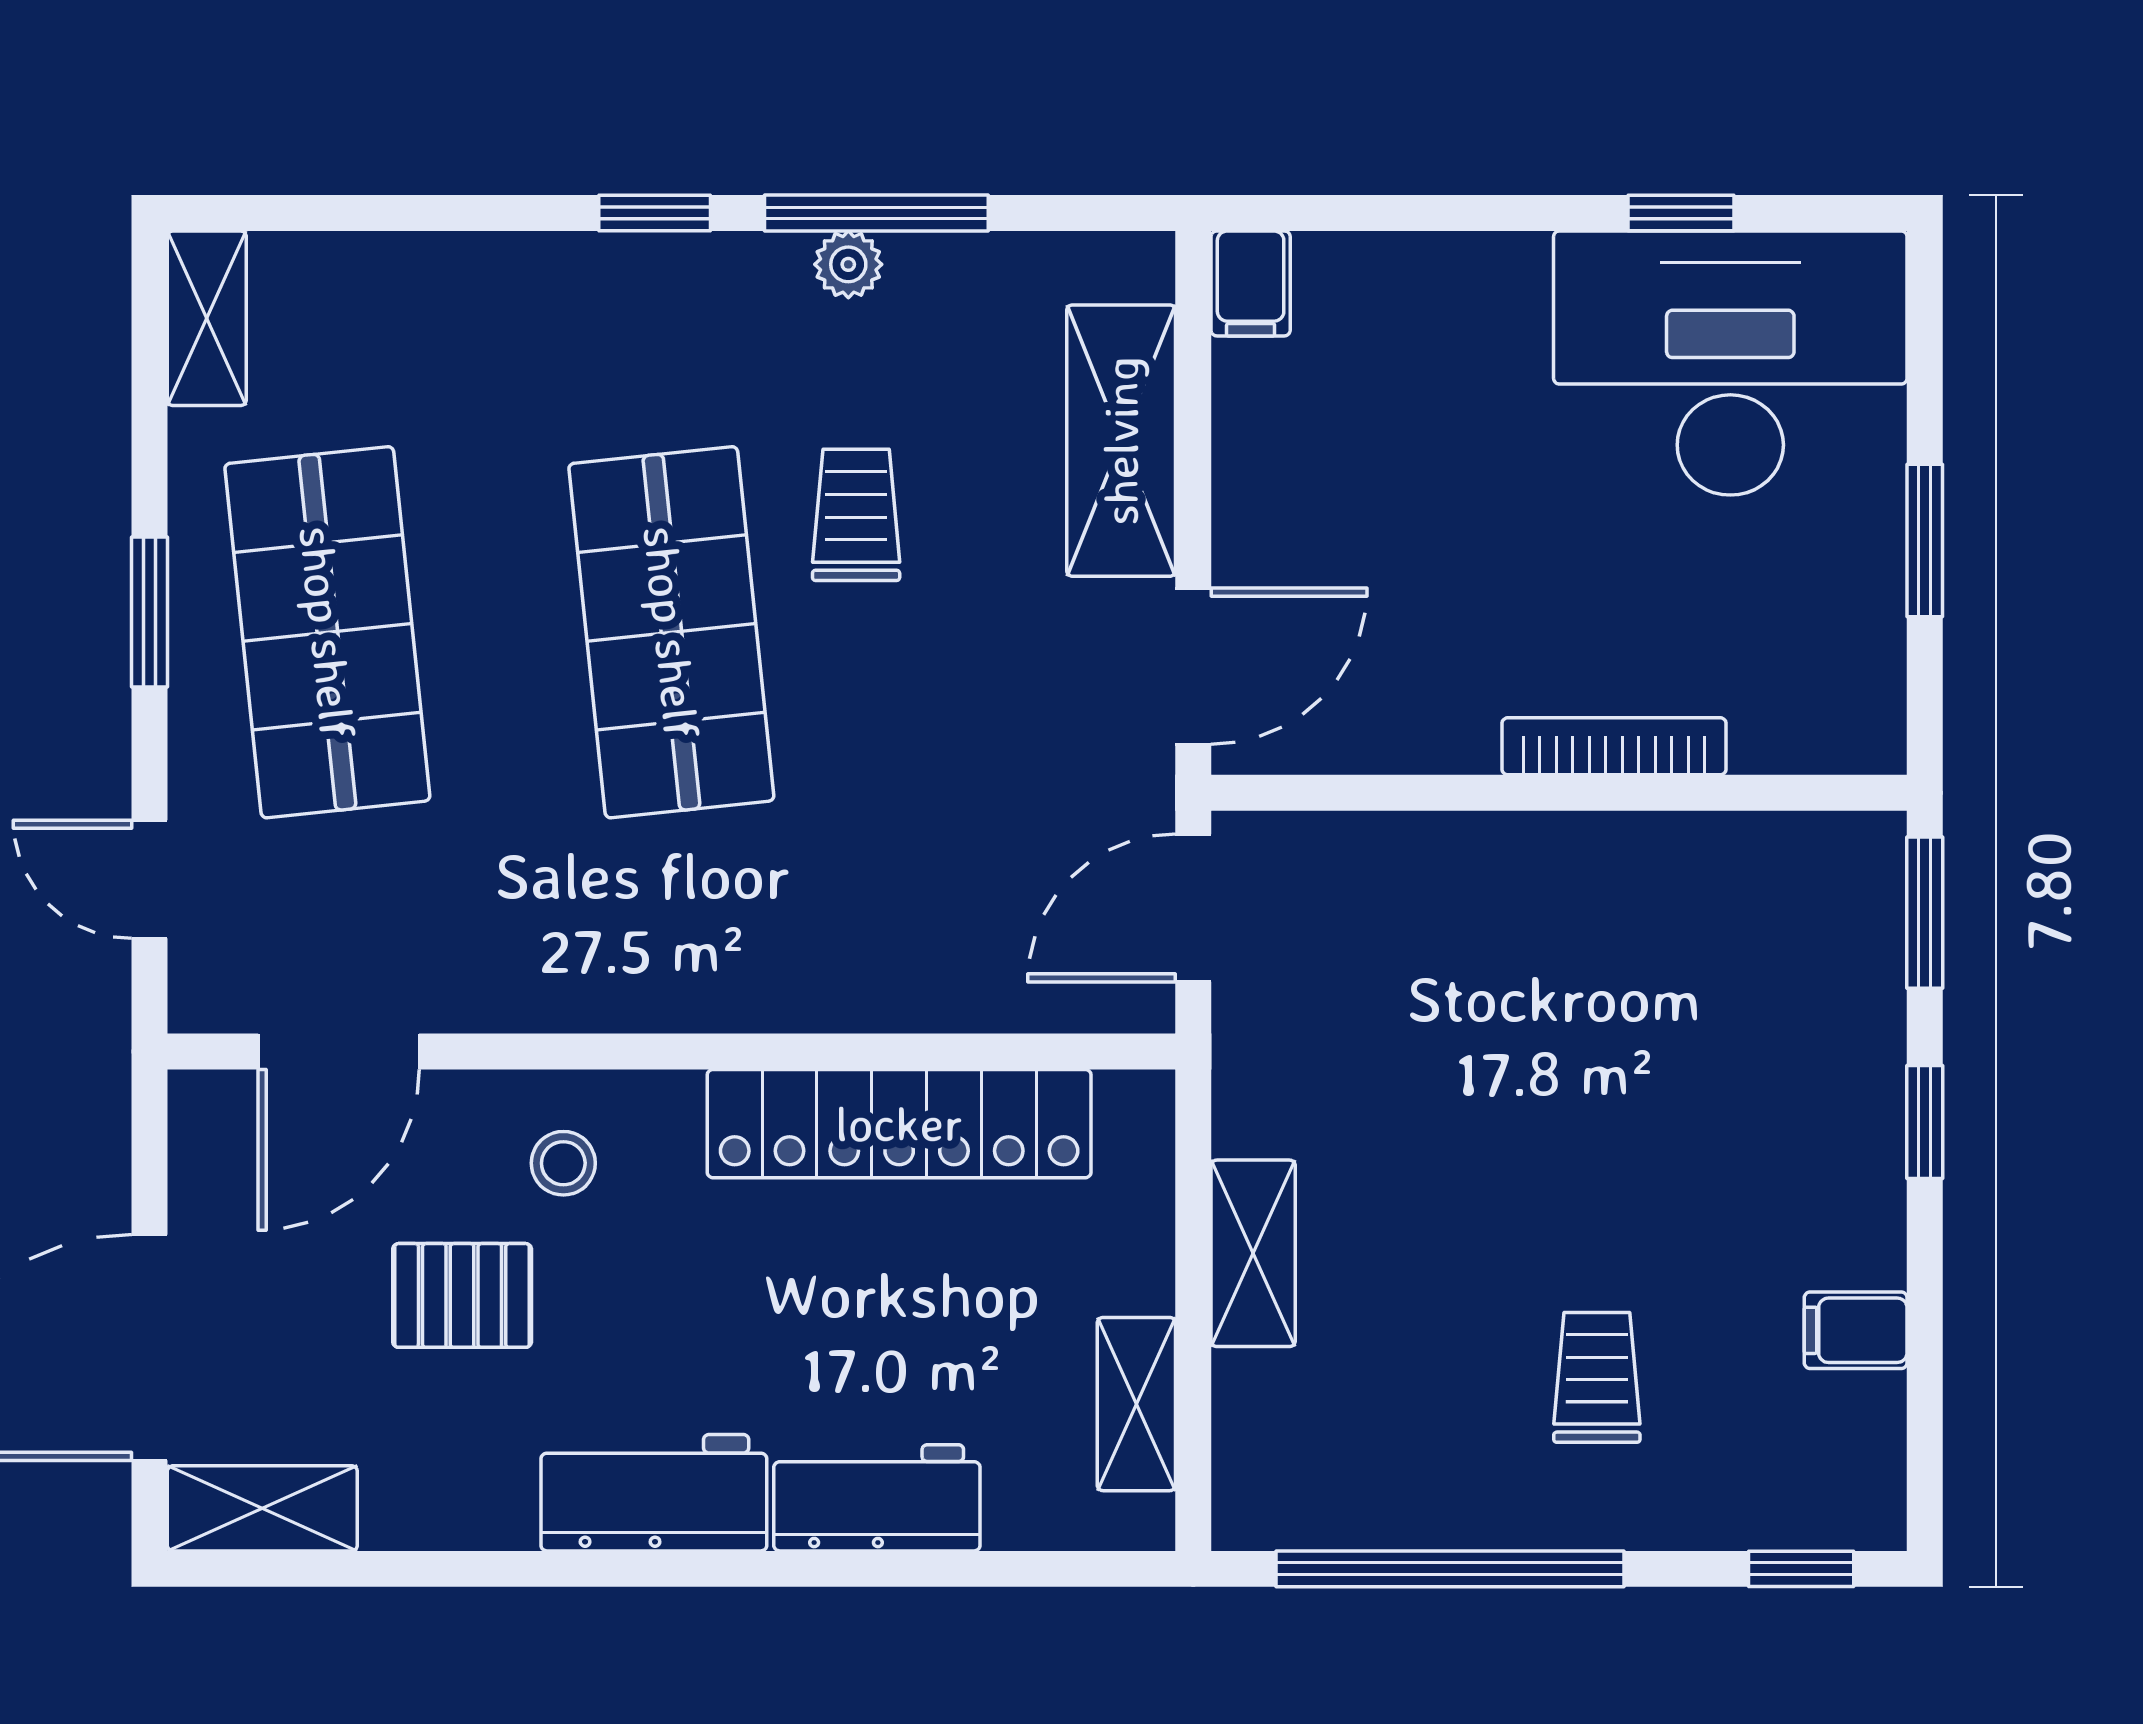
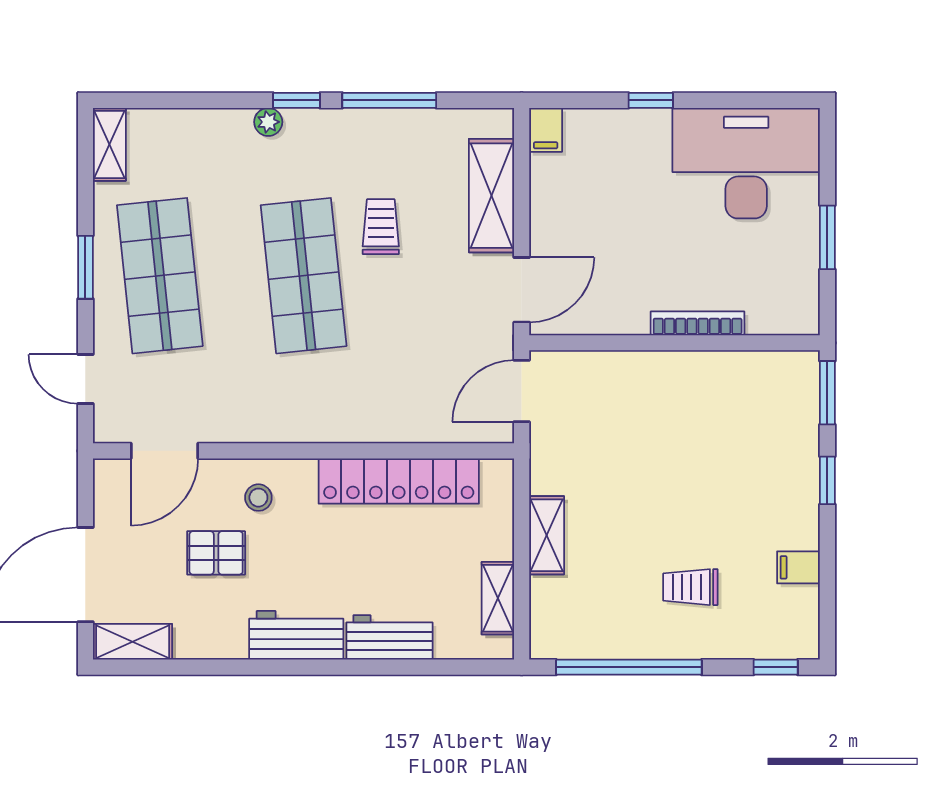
window: (1681, 213) -> (651, 100), moved
plant: (848, 264) -> (268, 122), moved
trolley: (1597, 1377) -> (690, 587), turned -90

